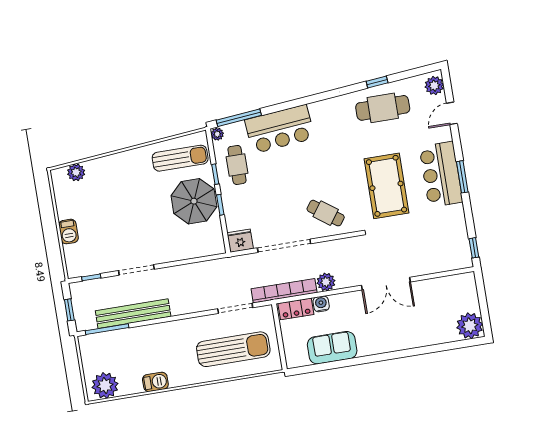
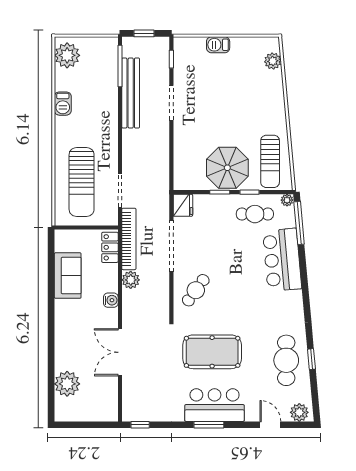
double door: (386, 284) -> (120, 352), moved
water cooler: (321, 304) -> (111, 300), moved
plant: (470, 326) -> (67, 384), moved

